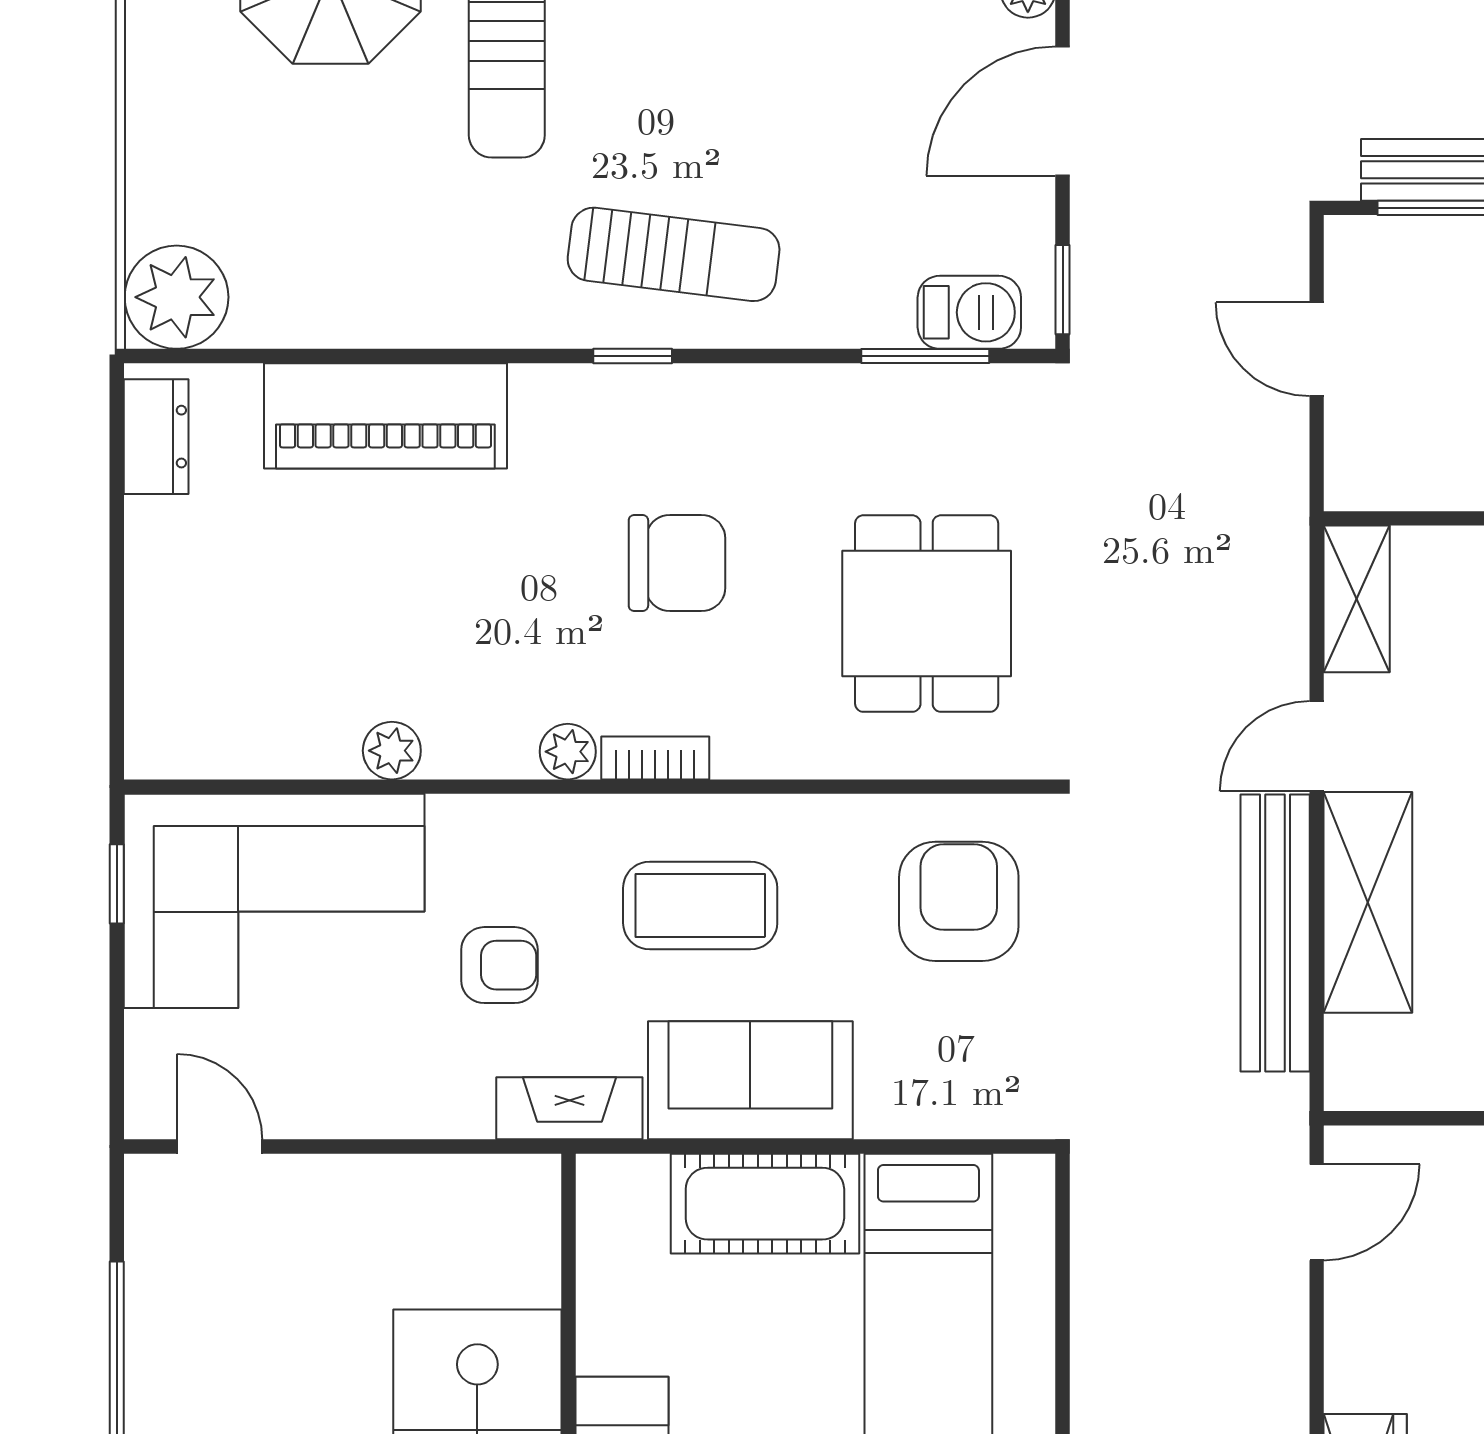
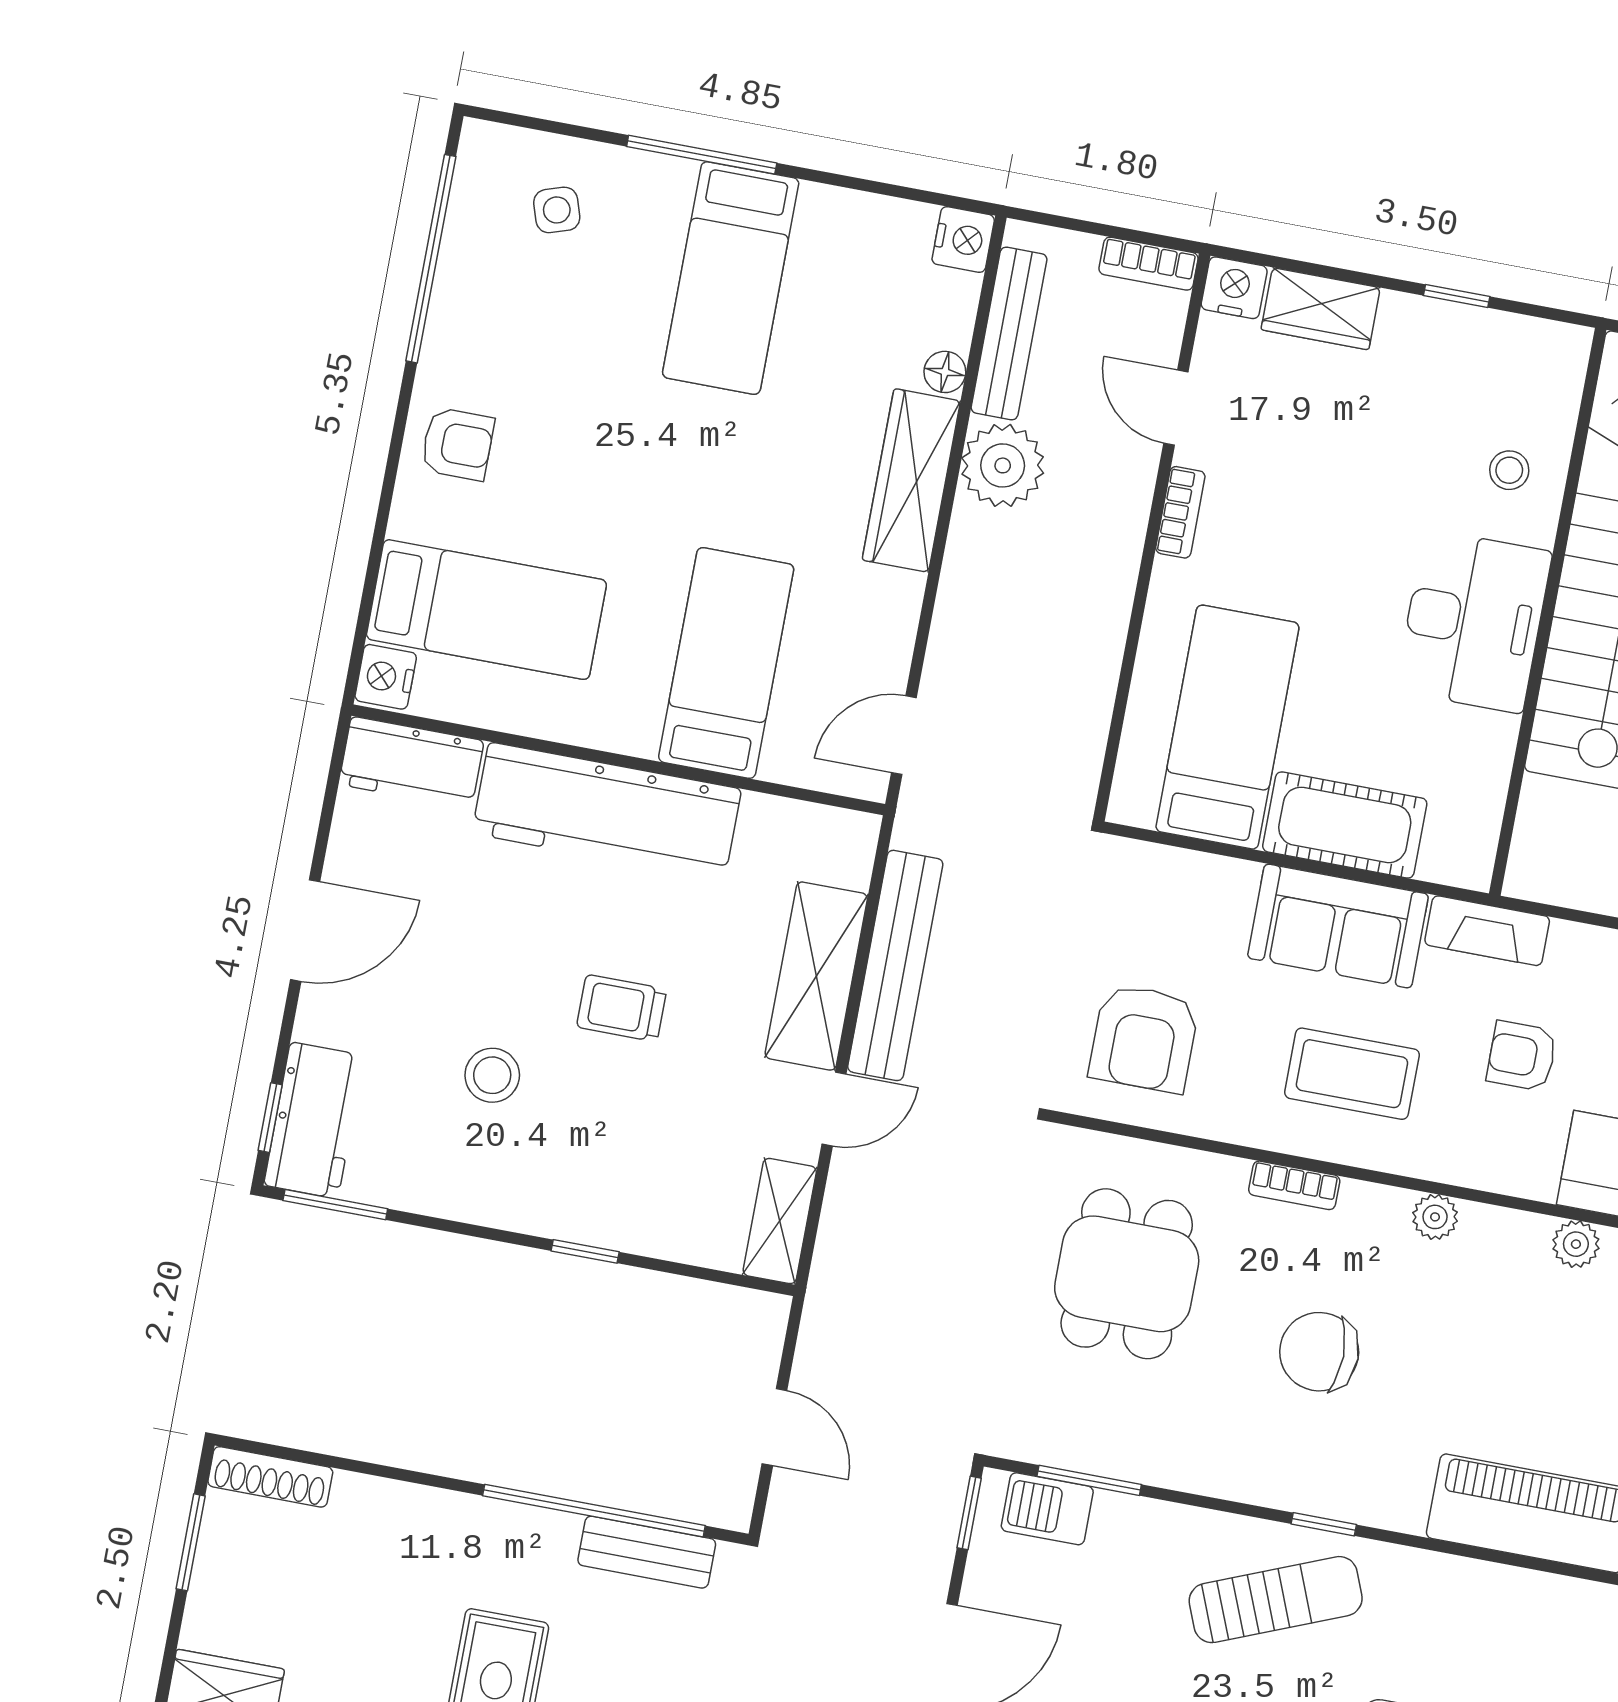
sun lounger: (674, 254) -> (1276, 1600), turned 151
bookcase: (655, 758) -> (1294, 1185), moved

